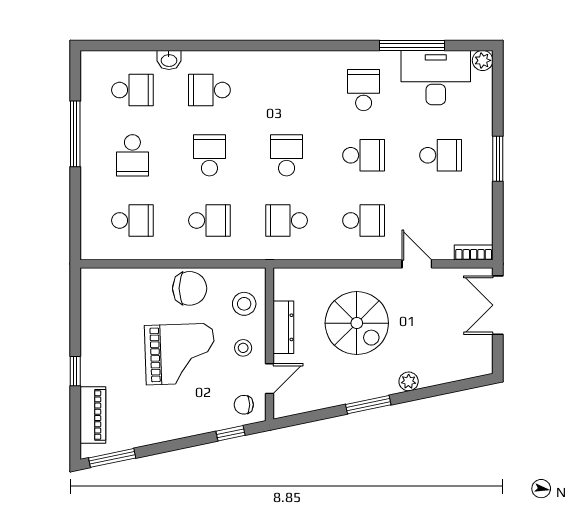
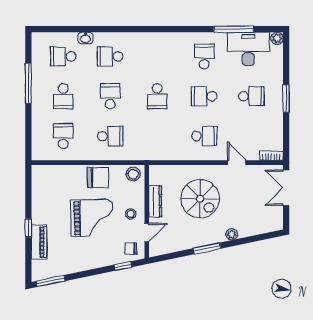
school desk: (132, 90) -> (63, 56), turned 180
school desk: (287, 155) -> (157, 96), turned 180
school desk: (364, 155) -> (204, 96), turned 180
school desk: (132, 220) -> (63, 136), turned -90
school desk: (287, 220) -> (157, 136), removed
stool: (244, 304) -> (133, 174), moved
piano: (93, 415) -> (39, 242), moved

